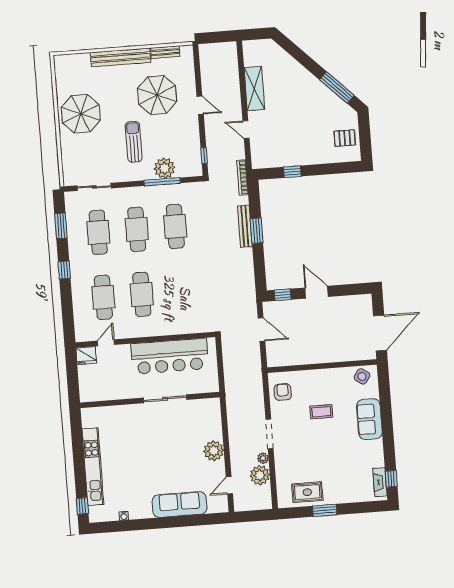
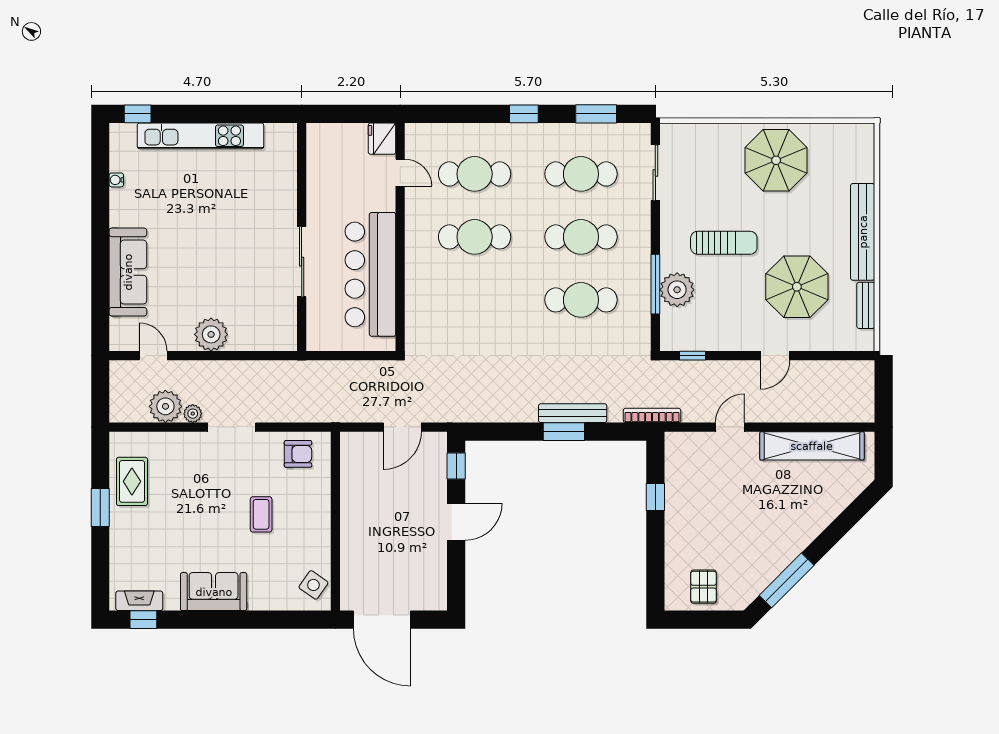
shelving: (254, 88) -> (812, 446), width x1.47
sofa: (369, 419) -> (214, 592), moved

